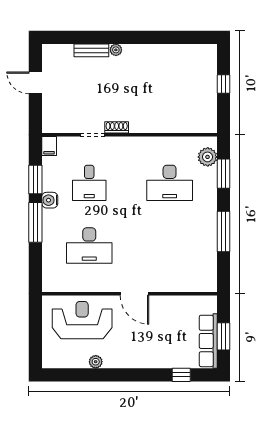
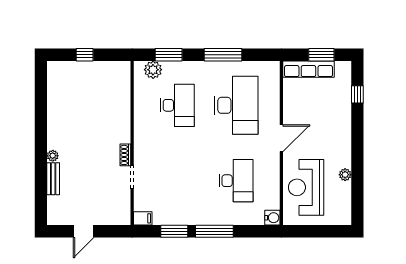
desk: (89, 183) -> (236, 105), moved, width x1.87, depth x1.30
water cooler: (50, 200) -> (272, 218), moved, turned -90
row of seats: (208, 341) -> (308, 69), moved

